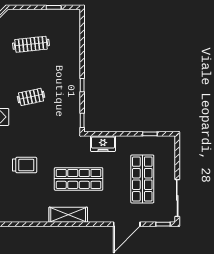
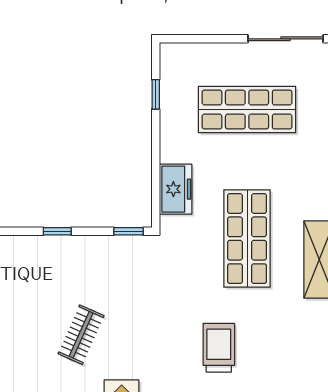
clothes rail: (31, 97) -> (81, 335), turned 36

